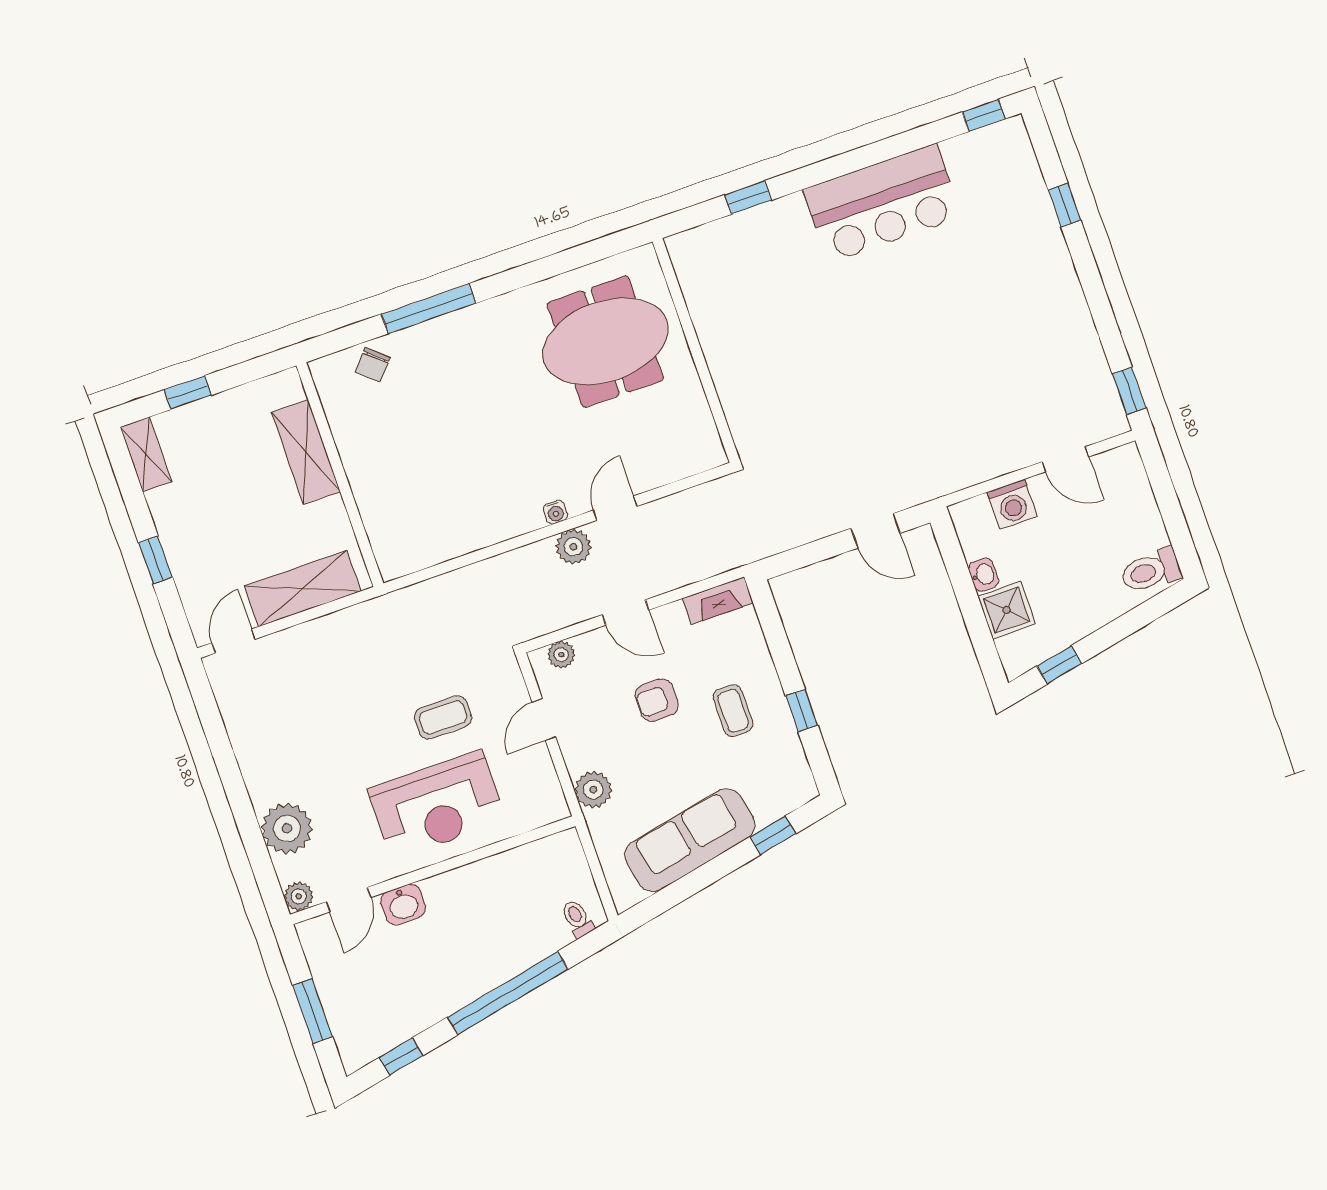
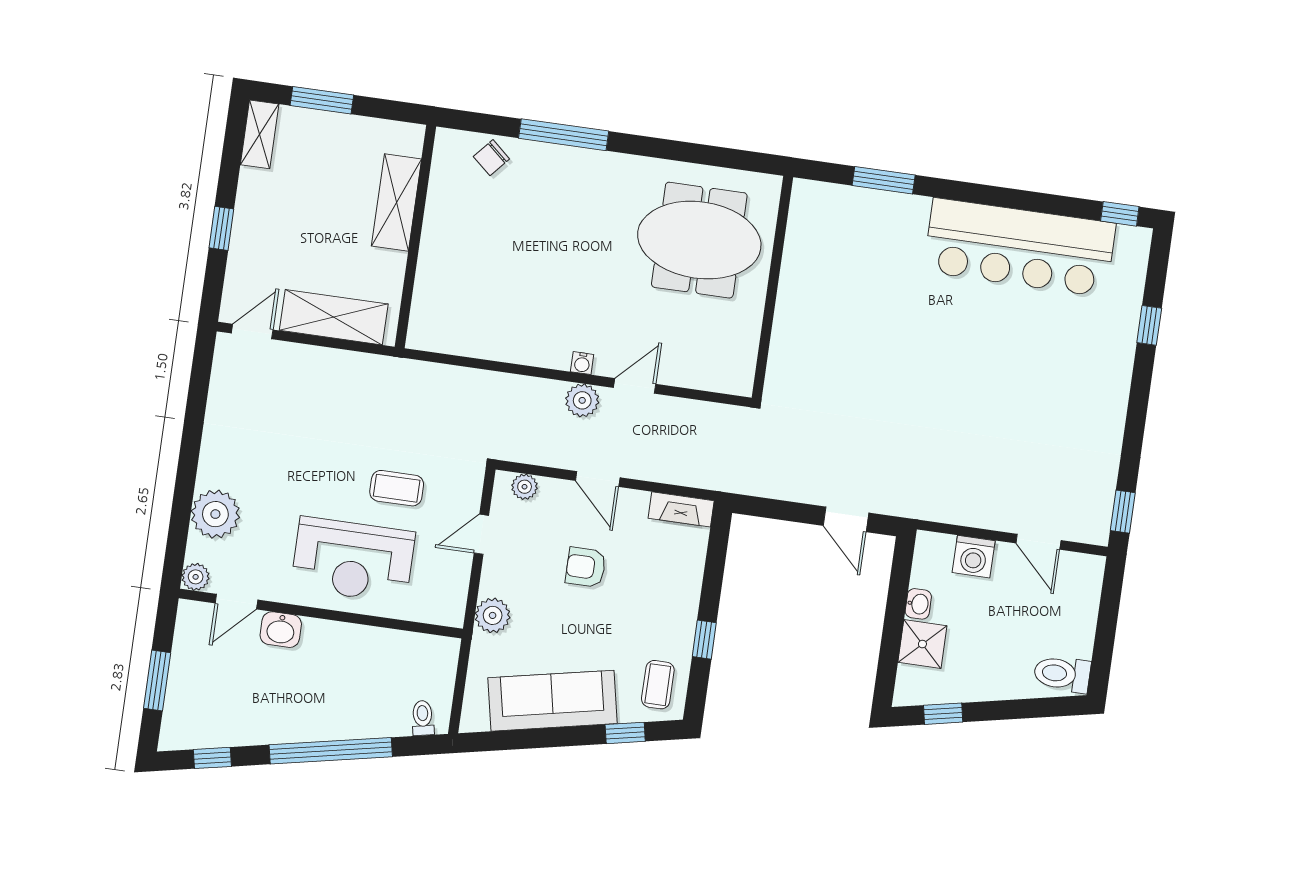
window: (748, 197) -> (884, 180), width x1.50
bar counter: (882, 203) -> (1020, 247), width x1.36
window: (187, 393) -> (322, 100), width x1.50
coffee table: (733, 711) -> (658, 685), moved

